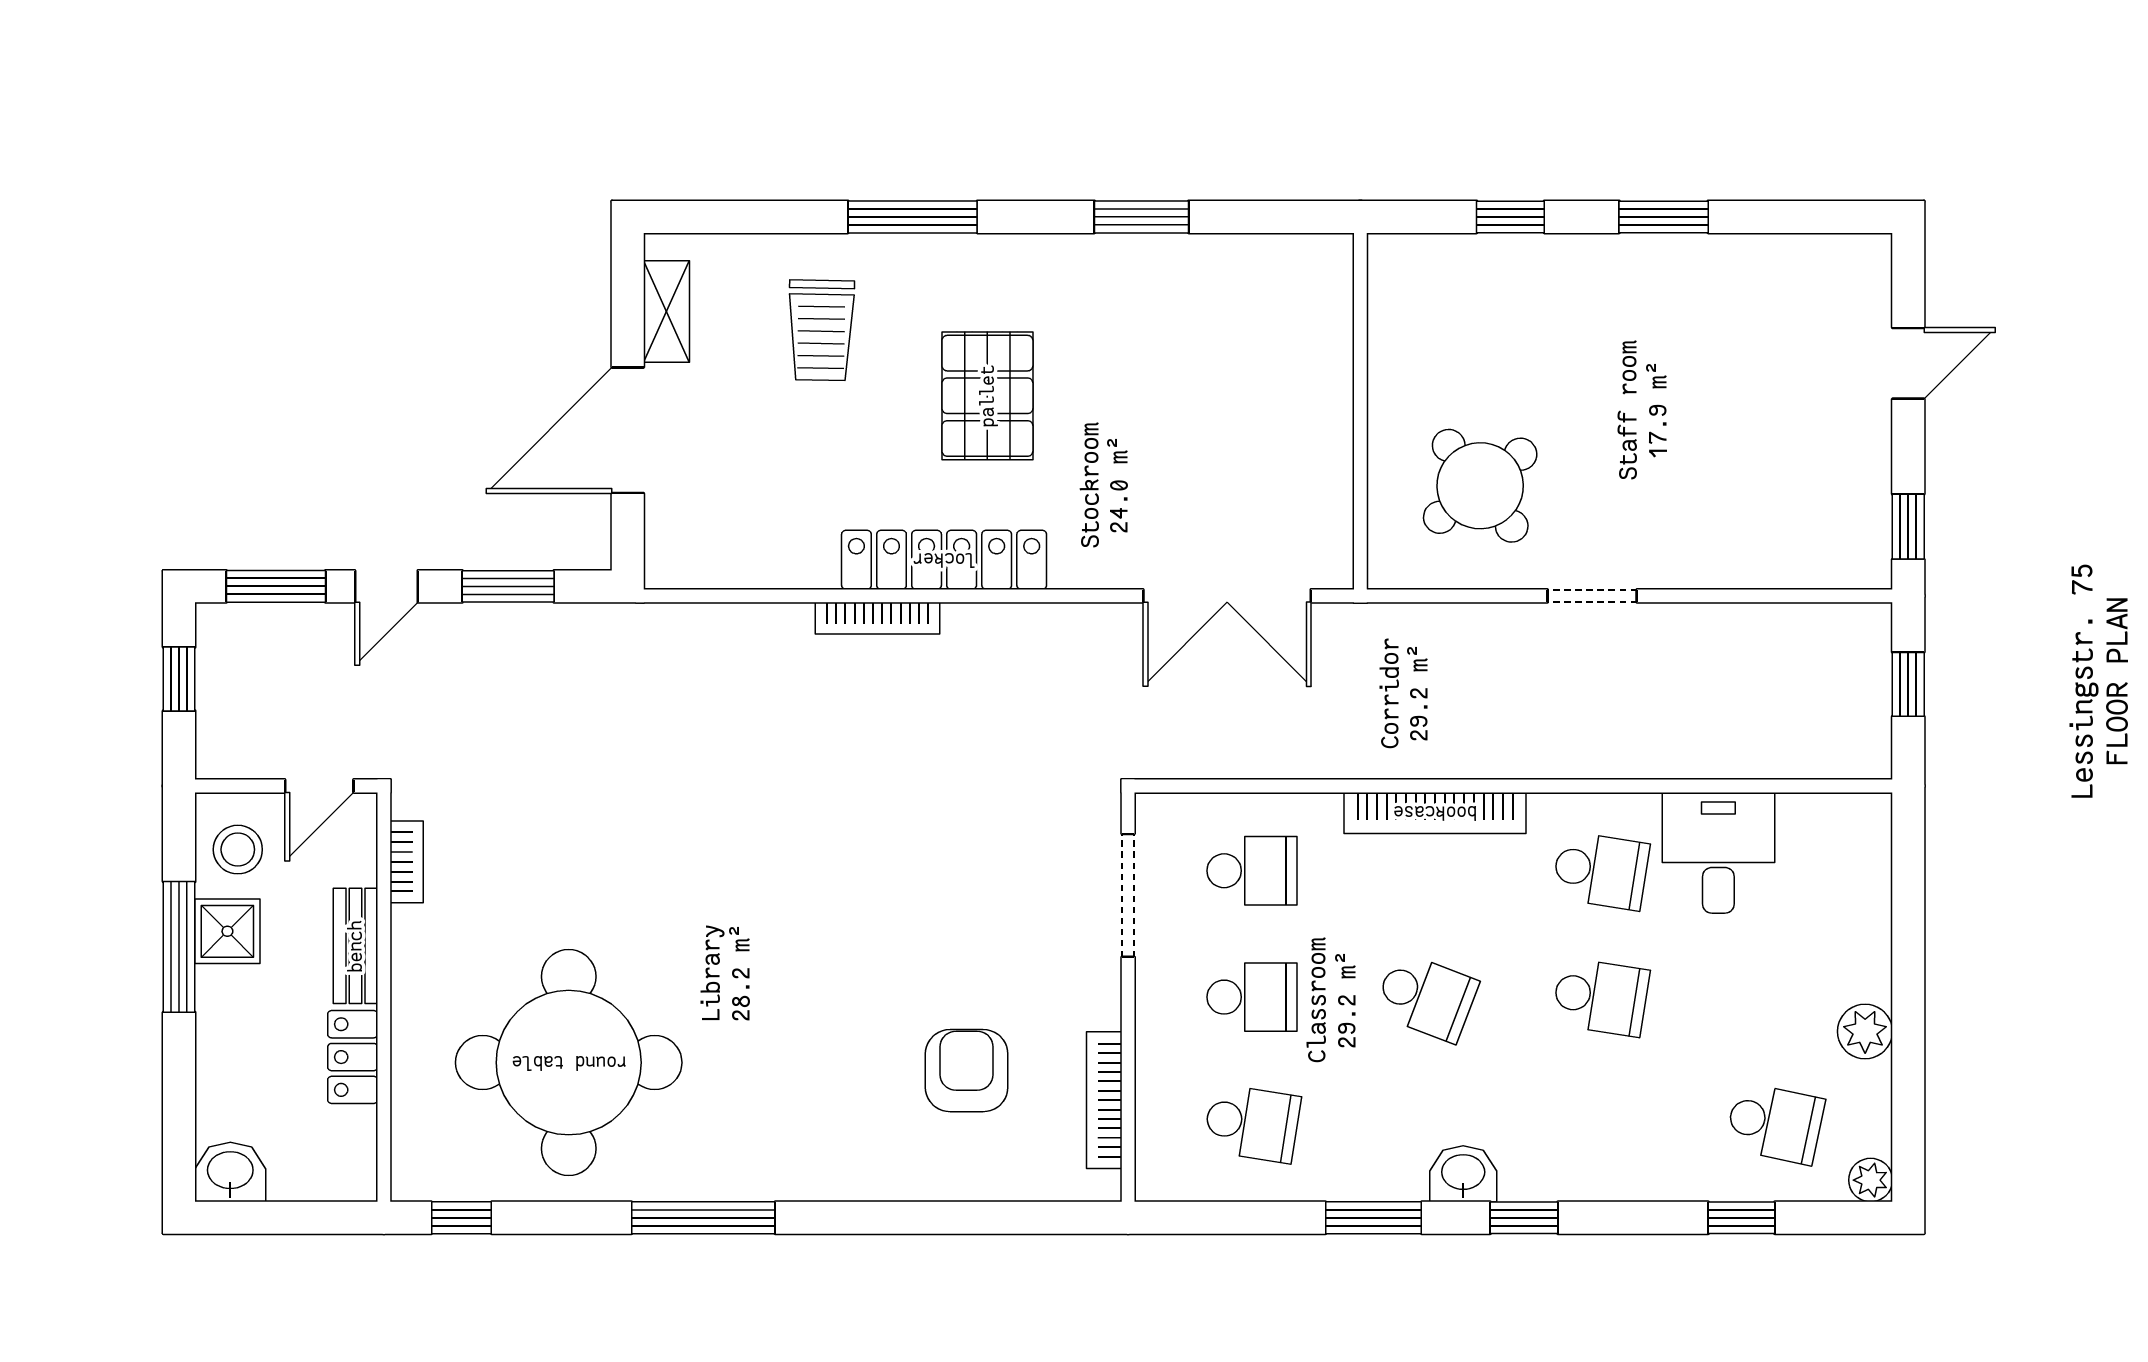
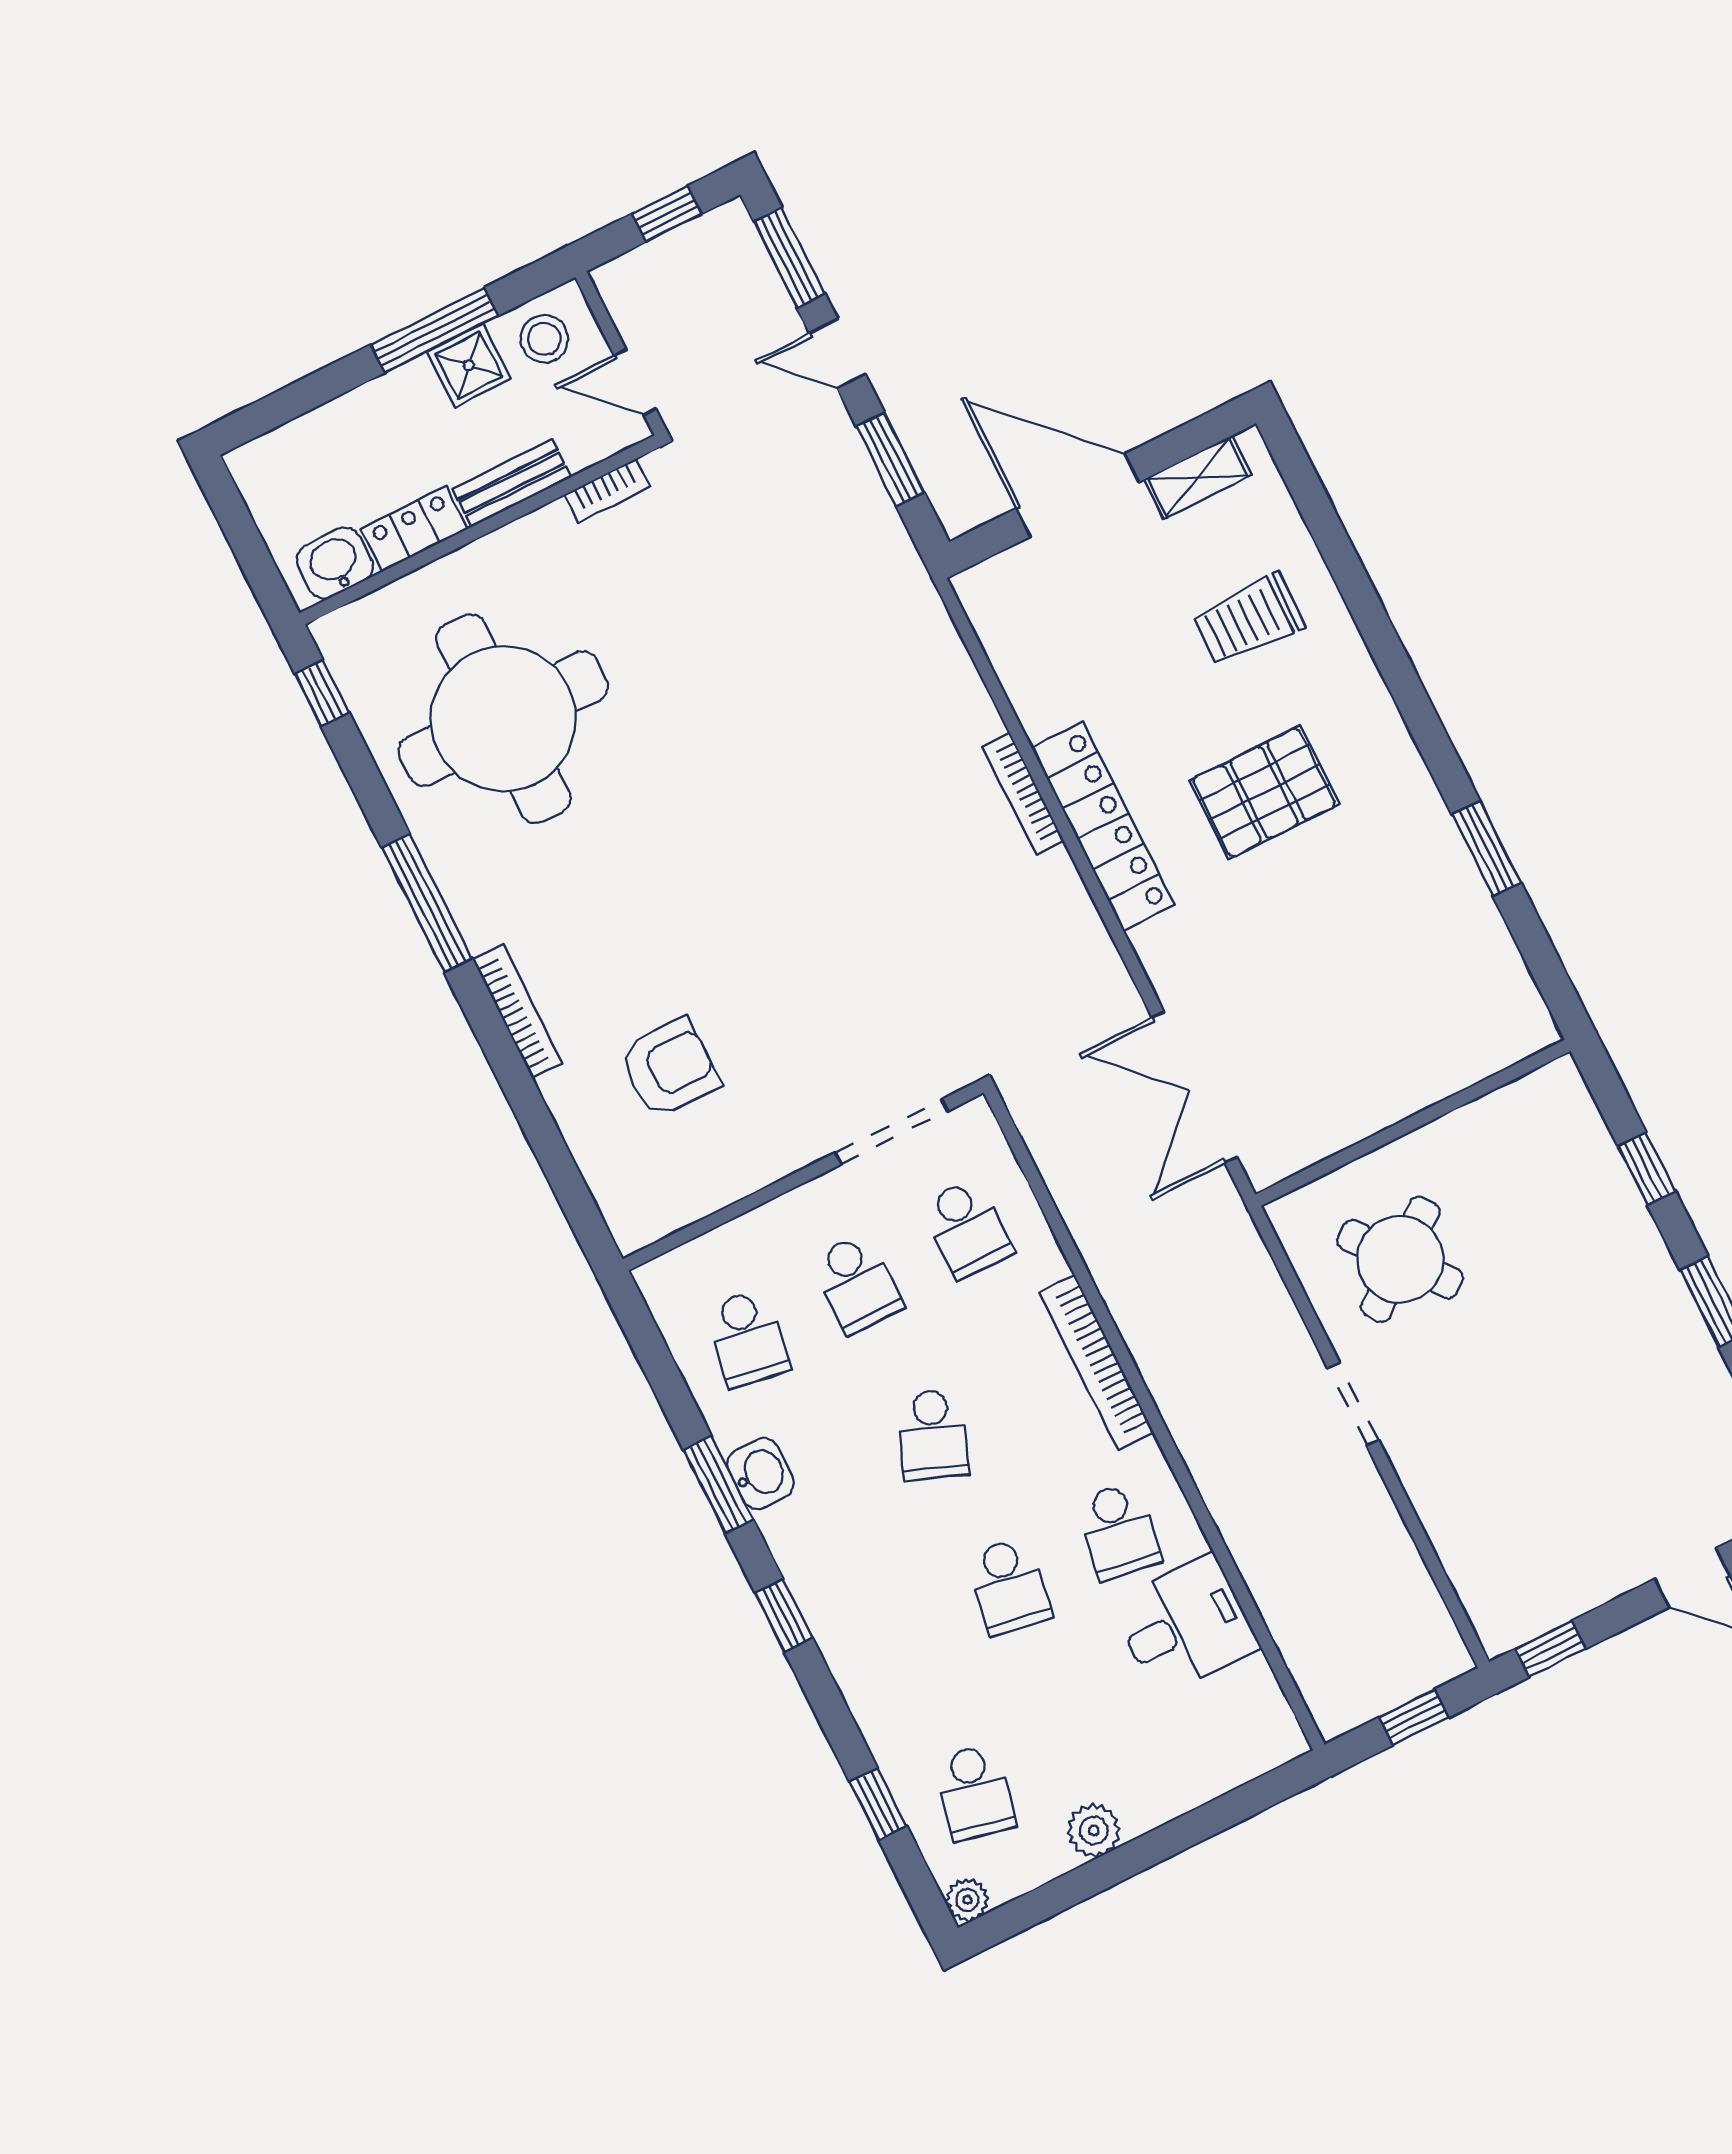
window: (913, 217) -> (1387, 650), removed
bookcase: (1104, 1100) -> (517, 1011), moved, turned 90
washbasin: (230, 1172) -> (335, 563), moved, turned -90
washbasin: (1463, 1174) -> (761, 1473), moved

